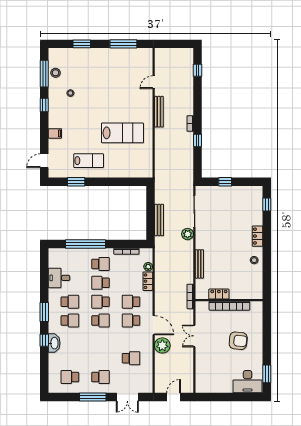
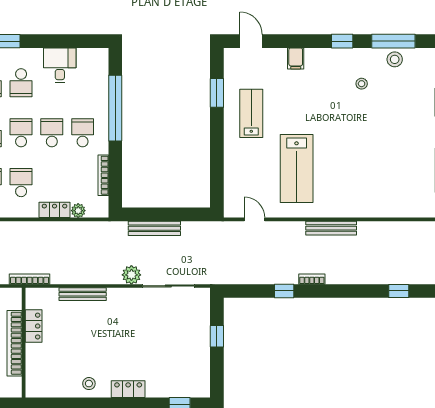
door: (154, 82) -> (254, 219), moved
lab bench: (89, 161) -> (251, 113), turned 180
school desk: (100, 264) -> (83, 133), turned 180

